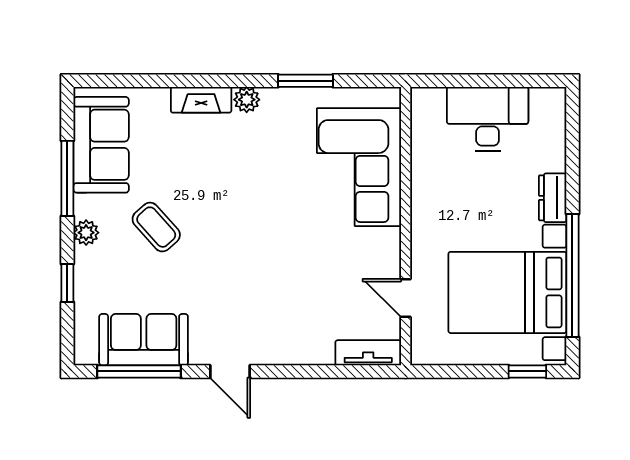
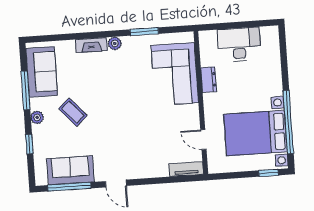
dresser: (553, 198) -> (209, 80), moved, turned 180

